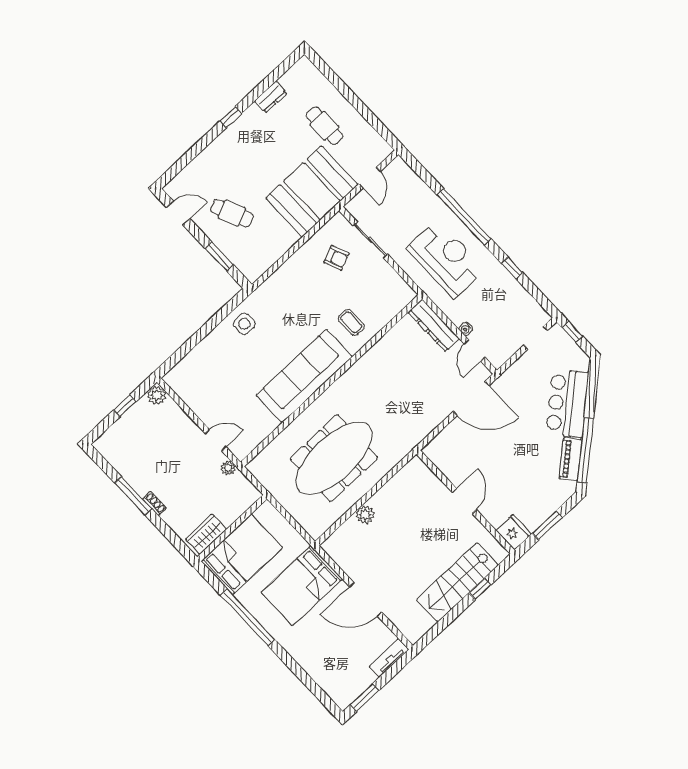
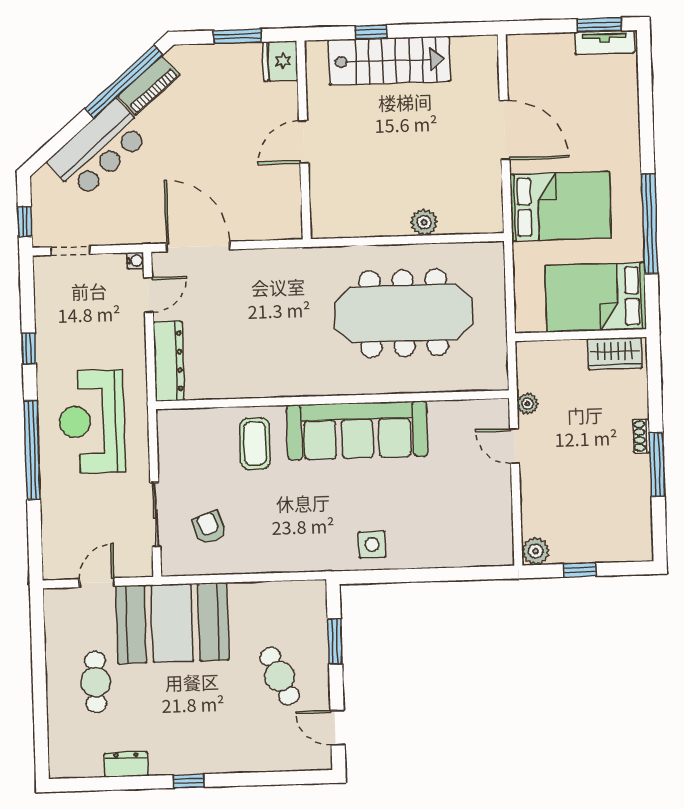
coffee table: (351, 322) -> (255, 444), width x1.36, depth x1.30
water cooler: (466, 329) -> (135, 261), moved
tv unit: (389, 658) -> (605, 42), moved

